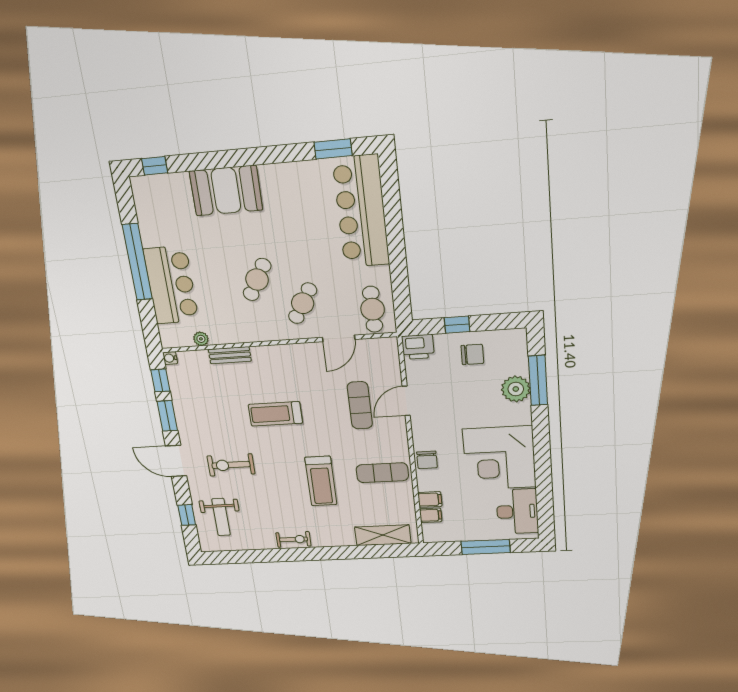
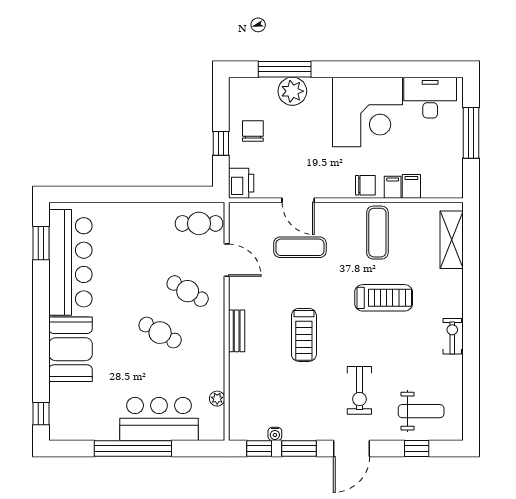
bar counter: (361, 212) -> (70, 262), moved, turned -90
bench: (230, 355) -> (237, 331), moved
water cooler: (170, 358) -> (275, 434), moved
filing cabinet: (431, 515) -> (393, 187), moved

